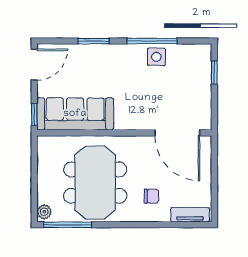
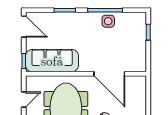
door: (34, 65) -> (24, 27), hinge flipped
door: (177, 133) -> (109, 74), moved
door: (34, 170) -> (24, 99), added

